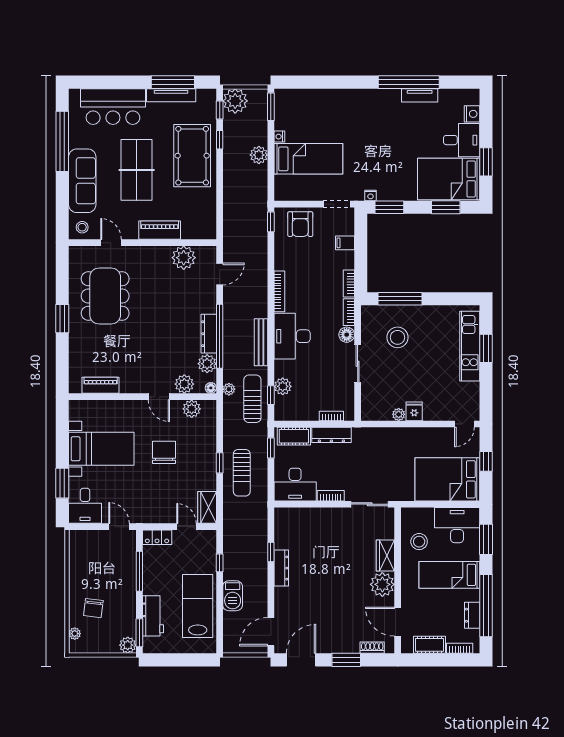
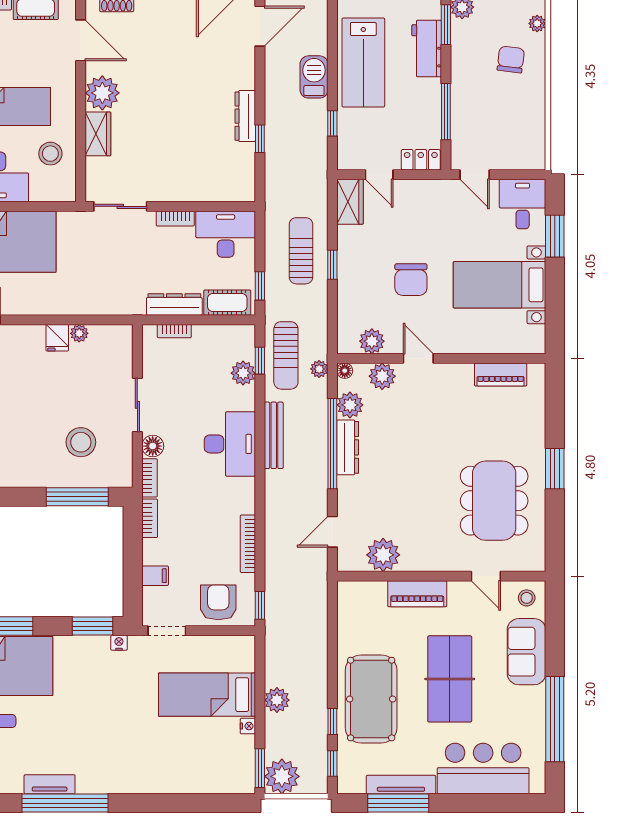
plant: (235, 101) -> (282, 776), moved
sofa: (82, 181) -> (526, 652), width x0.73
bookcase: (279, 291) -> (248, 544), moved

